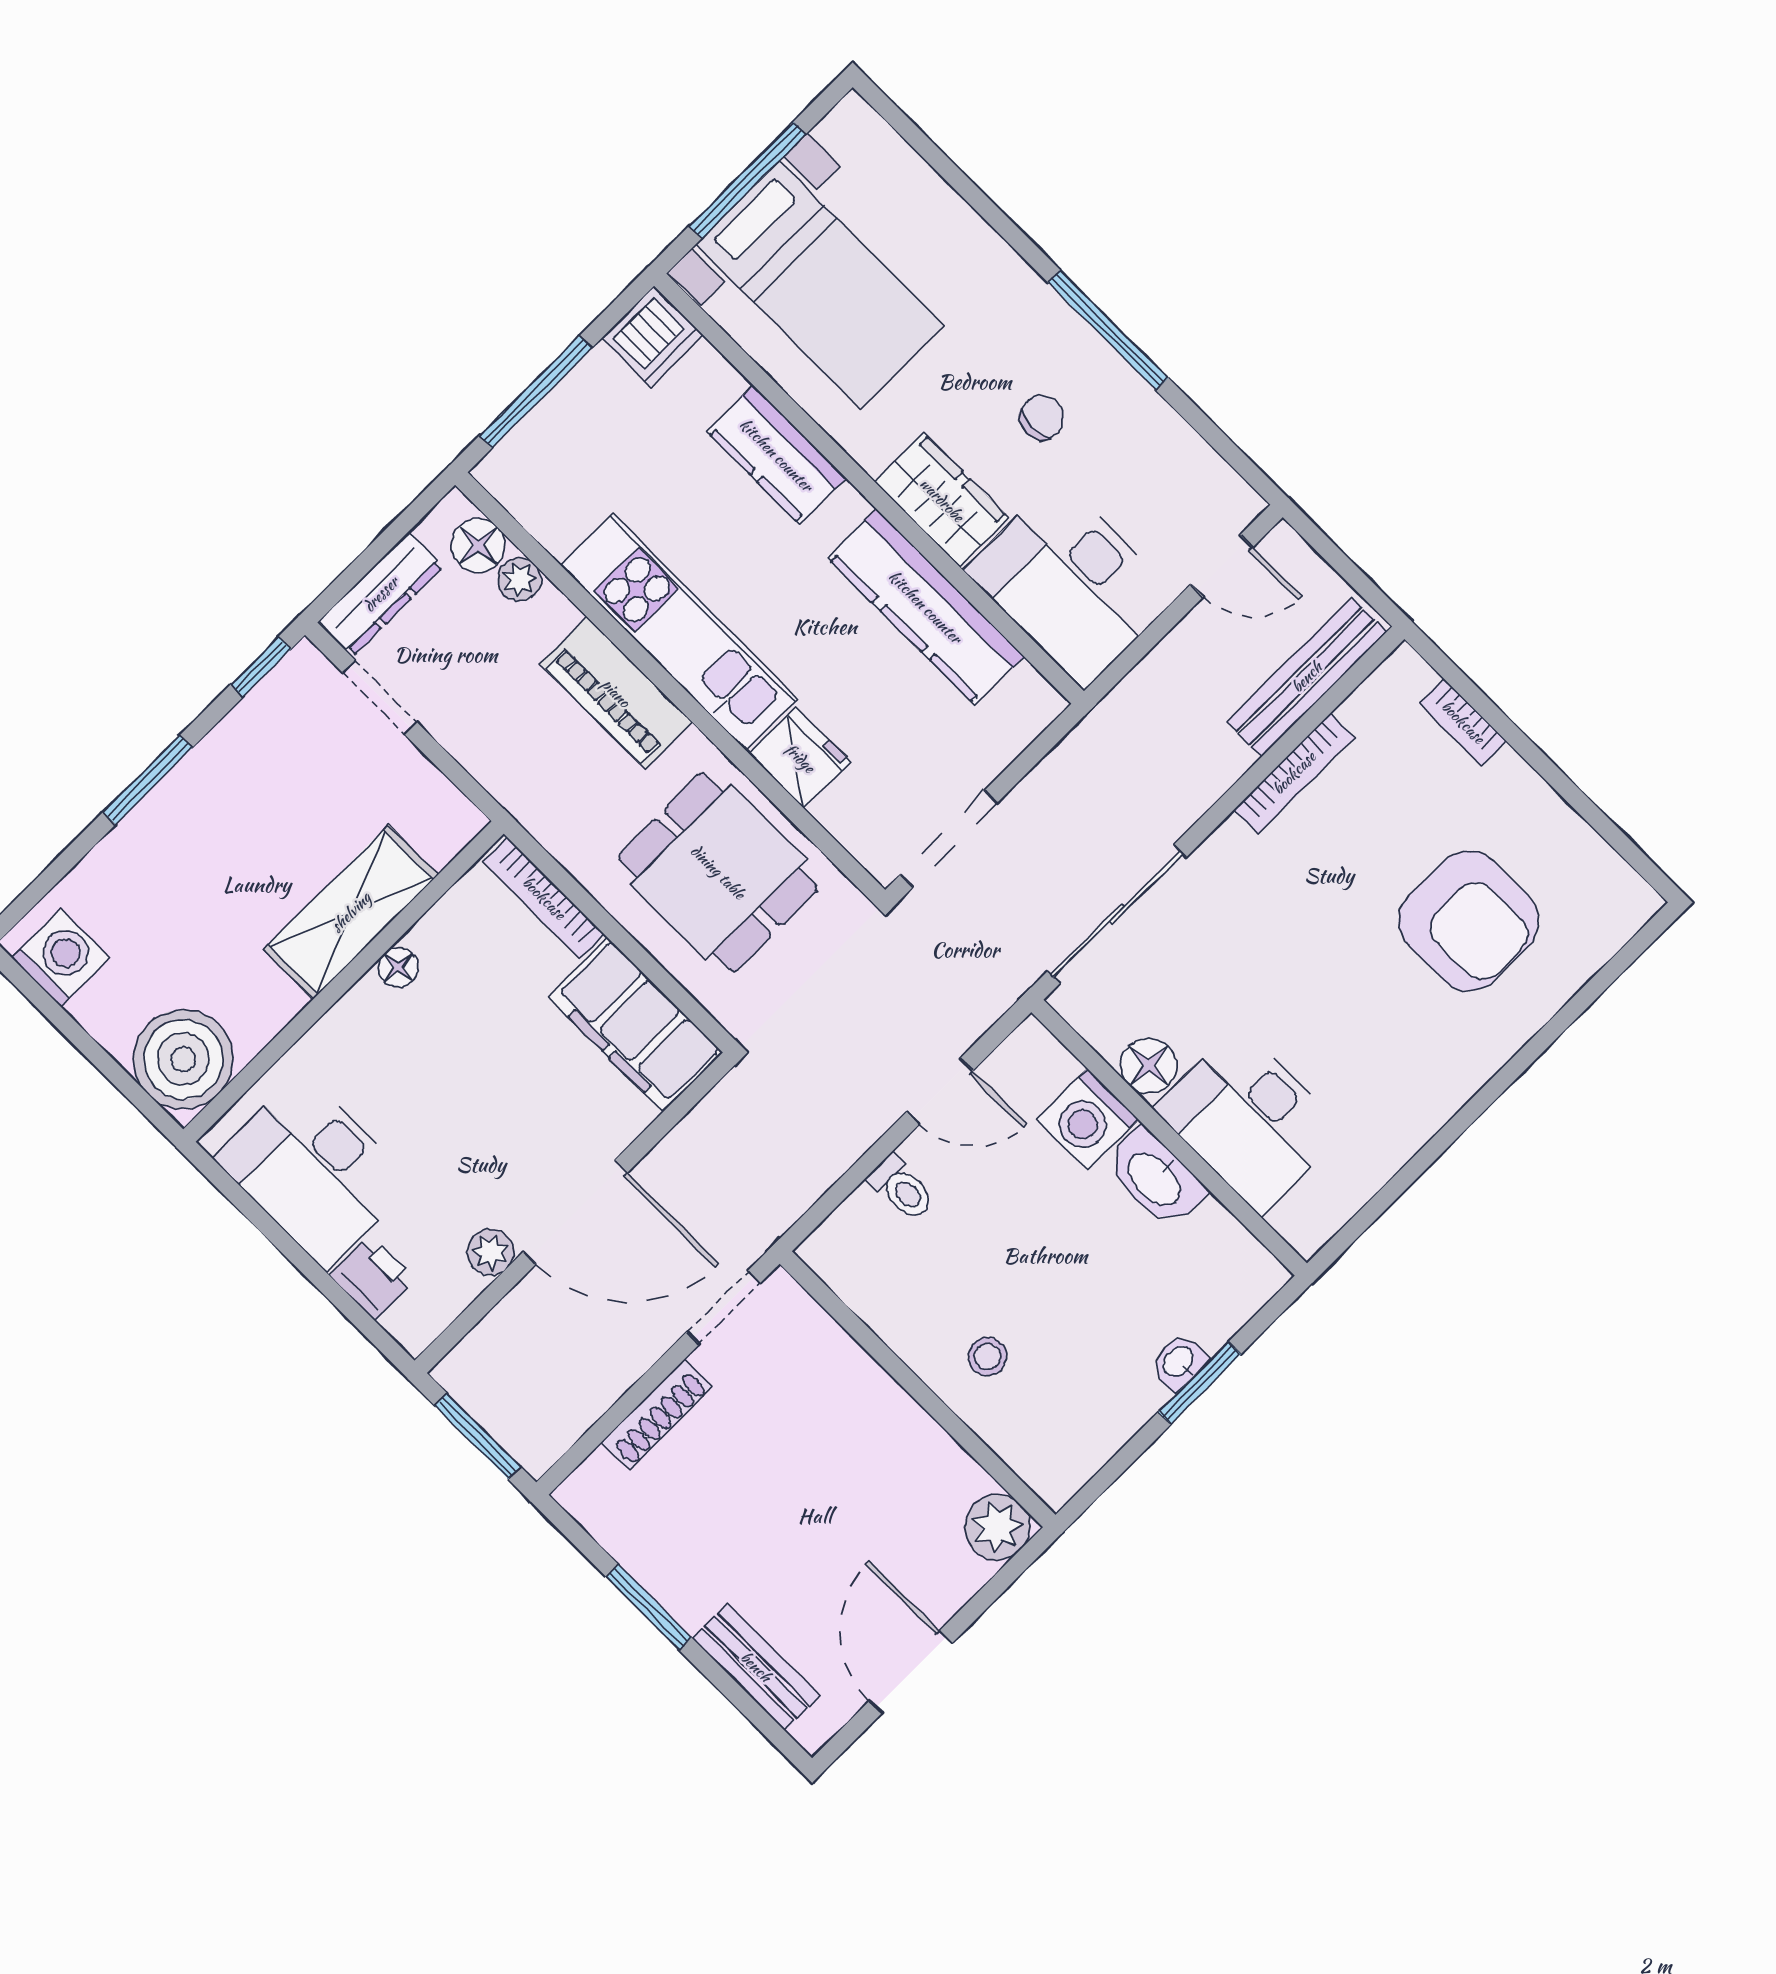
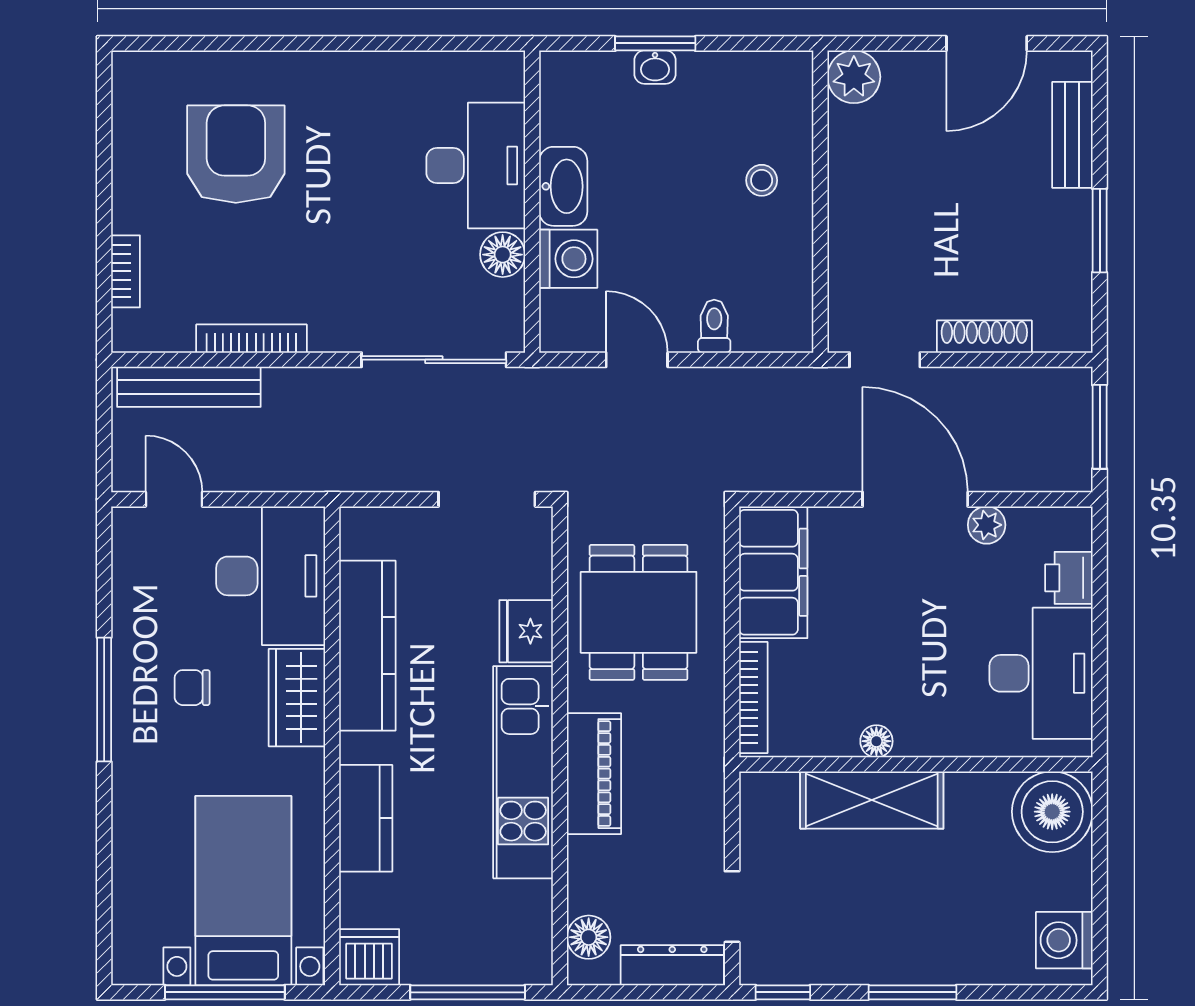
plant: (519, 580) -> (585, 894), removed

